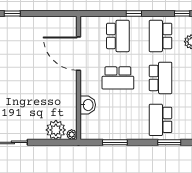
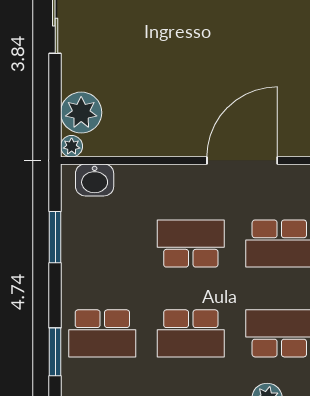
school desk: (118, 78) -> (191, 244), turned 90
washbasin: (88, 105) -> (95, 180), moved
school desk: (161, 120) -> (102, 333), turned 180

